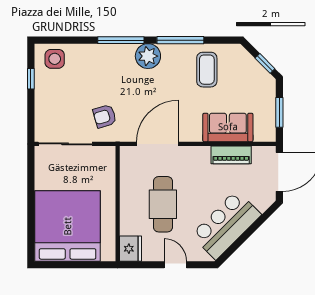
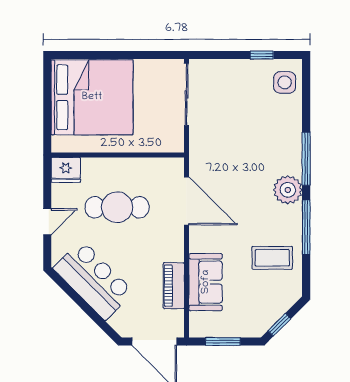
armchair: (105, 116) -> (218, 140), removed

